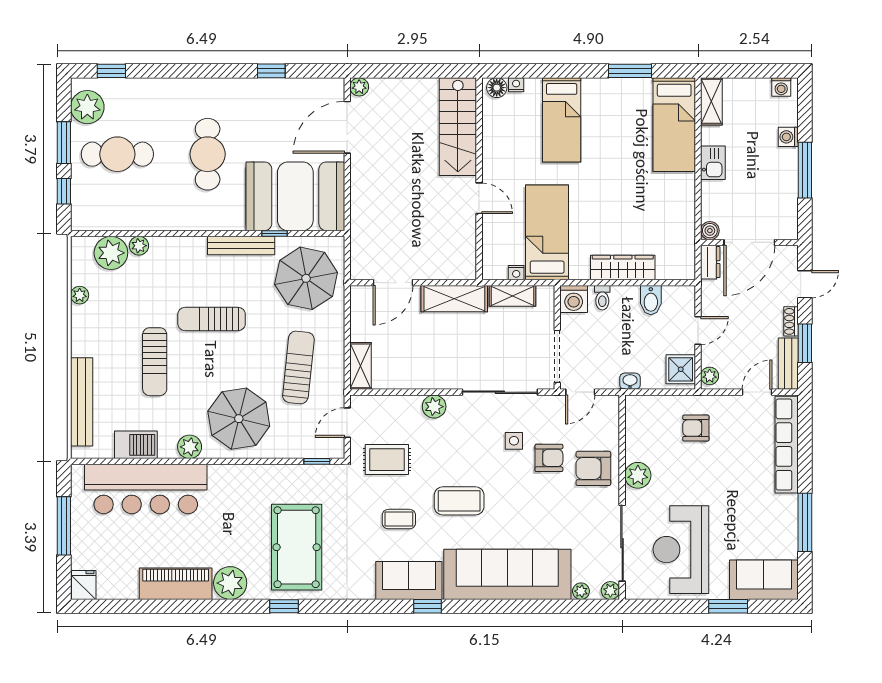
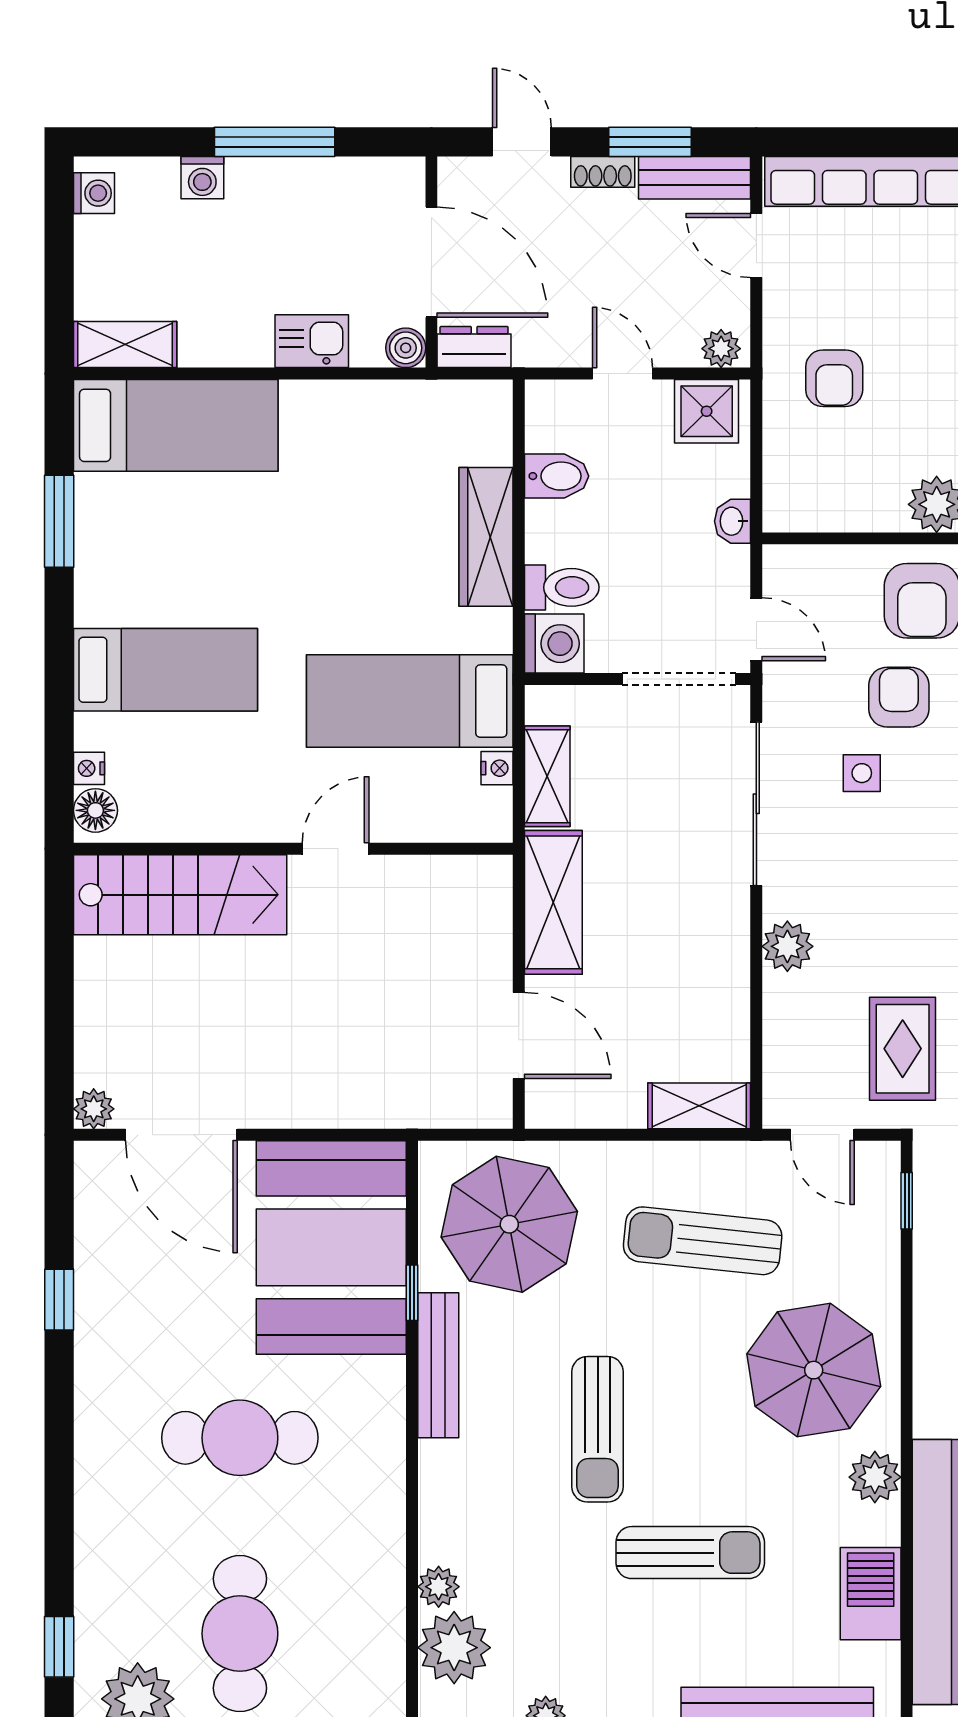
kitchen sink: (713, 163) -> (312, 341), moved
toilet: (602, 298) -> (562, 587), width x1.37, depth x1.39

